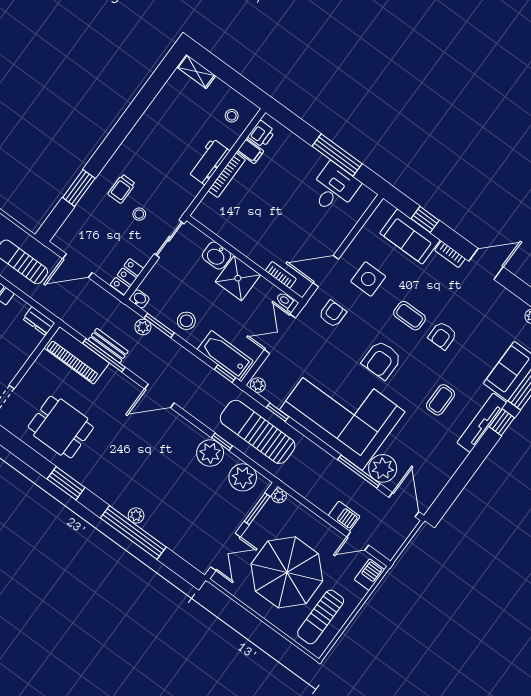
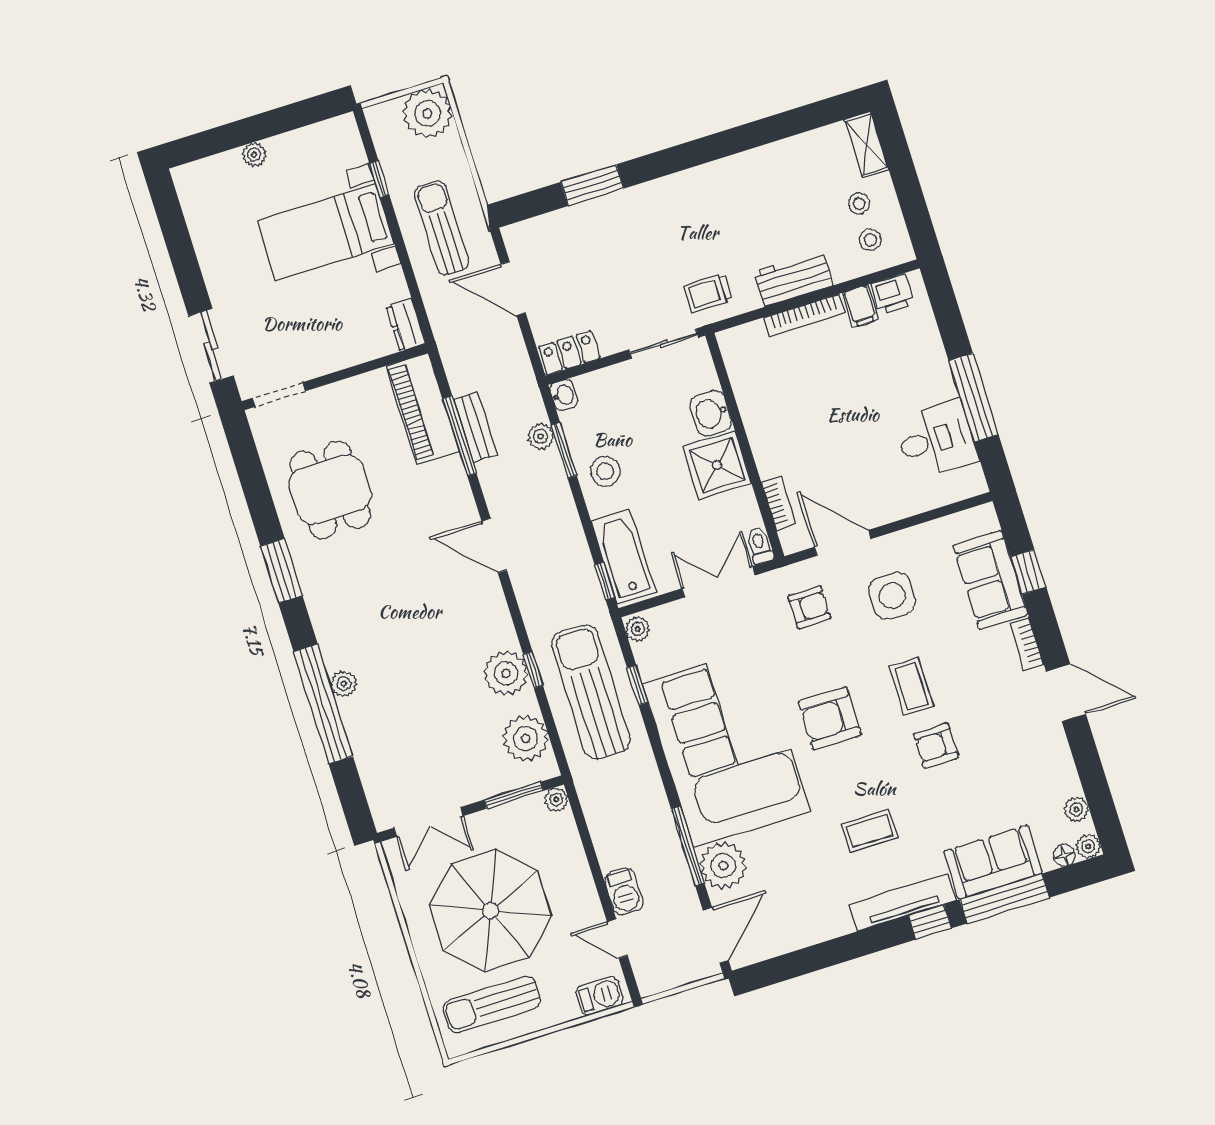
trolley: (122, 189) -> (708, 293), moved
stool: (139, 214) -> (859, 203), moved

